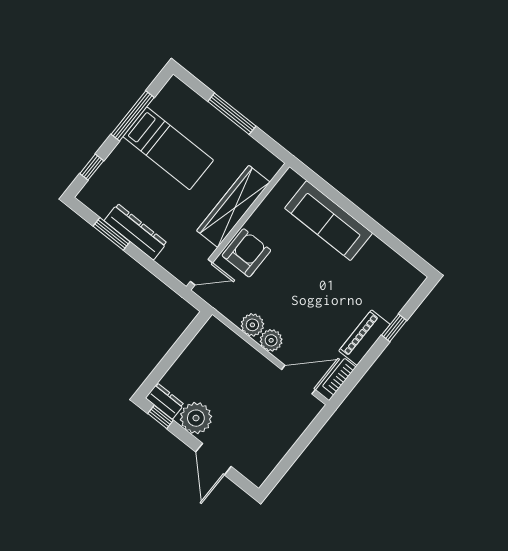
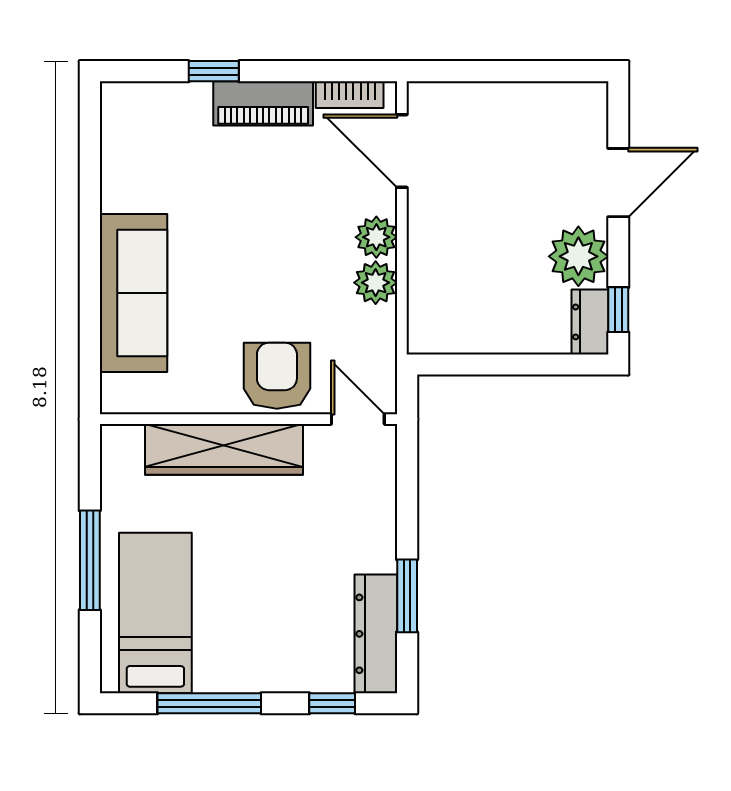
bed: (168, 148) -> (155, 613), moved
dresser: (135, 232) -> (376, 634), moved
armchair: (246, 253) -> (277, 376), turned 90

